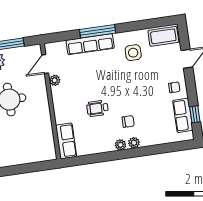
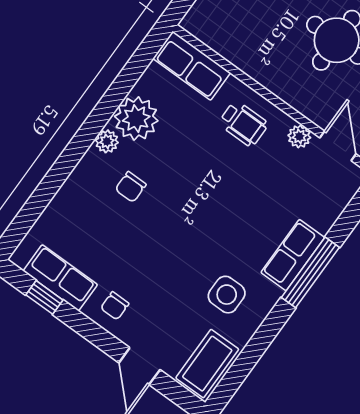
row of seats: (90, 44) -> (293, 255), width x0.68
wheelchair: (97, 108) -> (243, 124), moved, turned 90
plant: (134, 143) -> (136, 119), moved, width x1.87, depth x1.87

